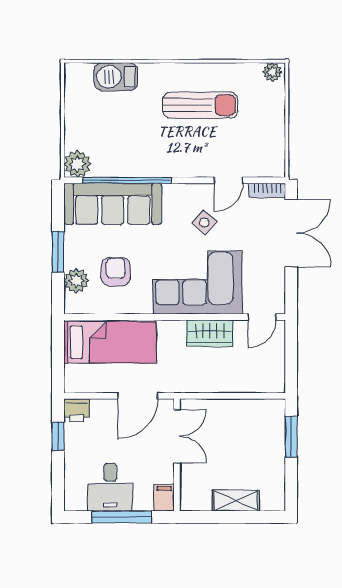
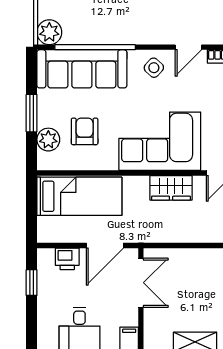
side table: (204, 222) -> (154, 68), moved
printer: (77, 410) -> (67, 259), moved

